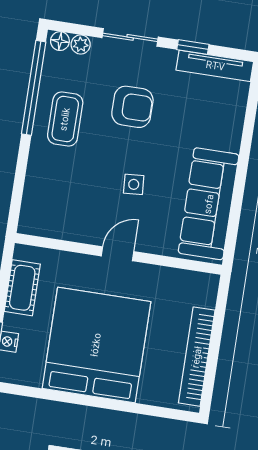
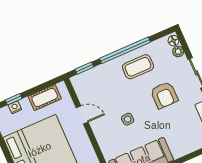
window: (34, 88) -> (125, 50), moved
window: (16, 201) -> (84, 68), added
door: (117, 254) -> (82, 115), moved

